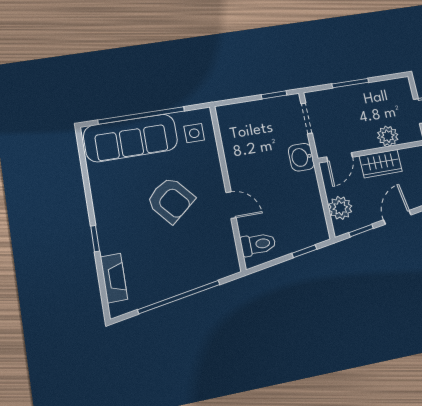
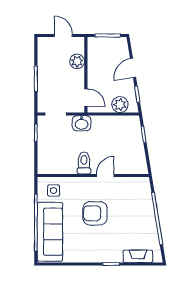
wardrobe: (381, 164) -> (95, 71), removed
armchair: (171, 200) -> (95, 213), turned -140
door: (397, 217) -> (133, 68), hinge flipped
toilet: (258, 244) -> (84, 163), moved

